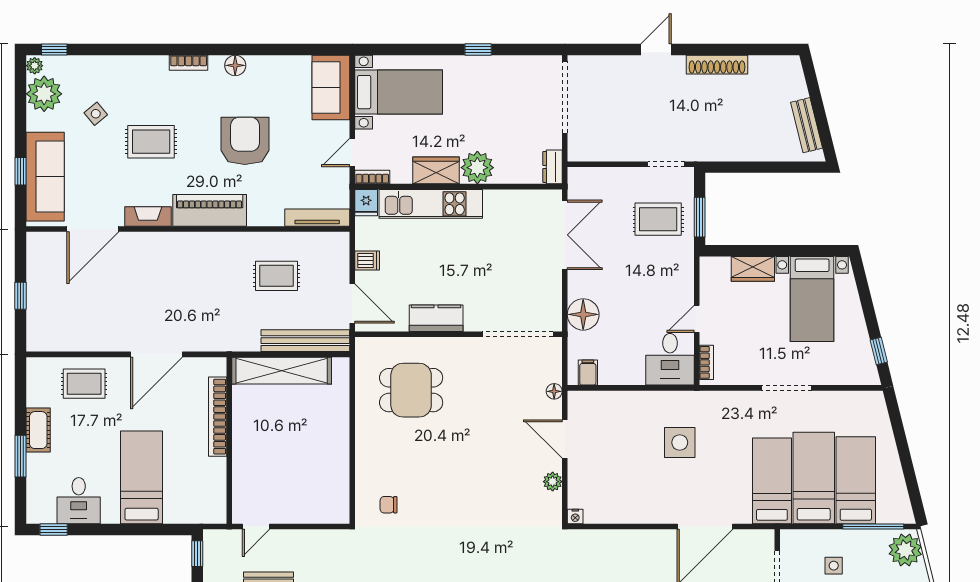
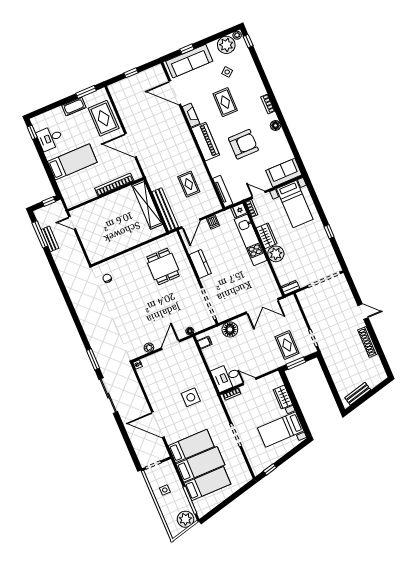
rug: (84, 384) -> (104, 118), width x1.36, depth x1.43
window: (21, 456) -> (86, 92), moved

